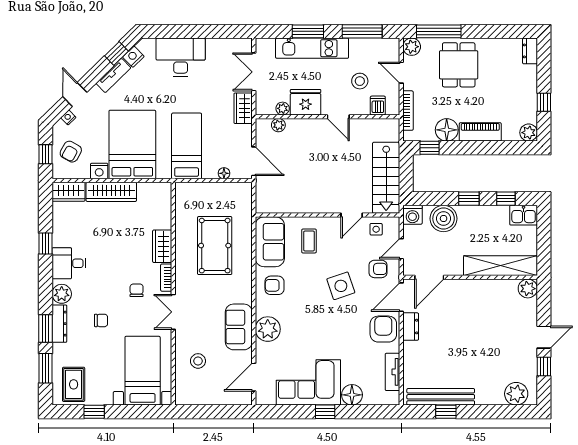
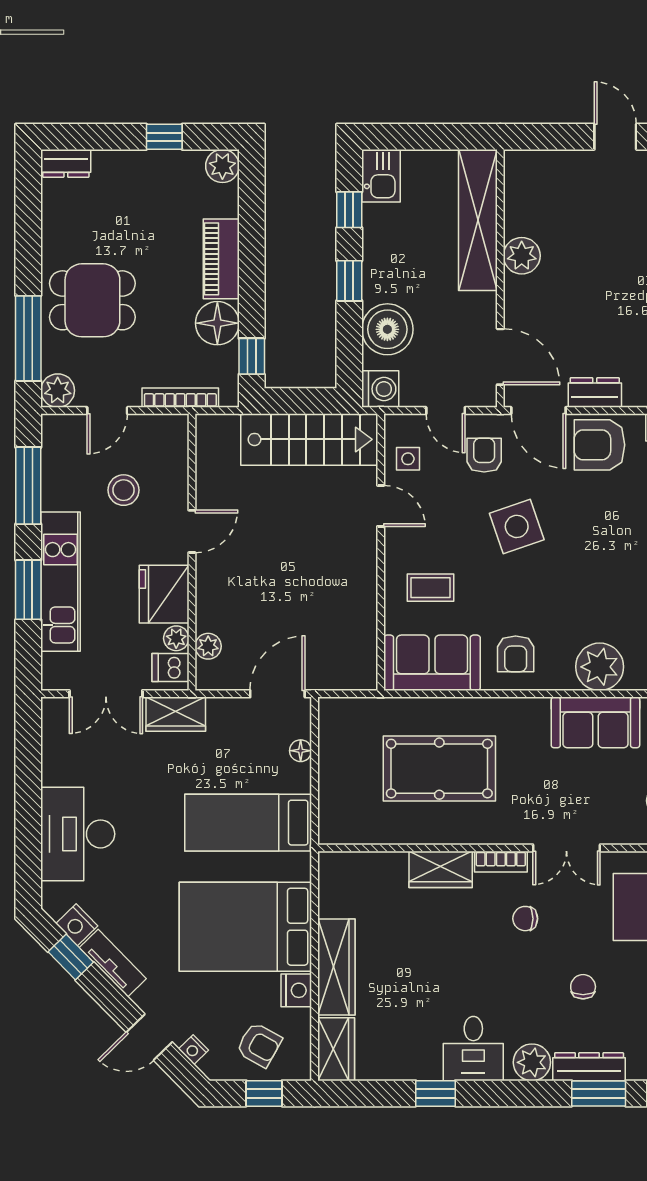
dishwasher: (378, 106) -> (170, 667), moved
plant: (528, 289) -> (522, 256), moved

